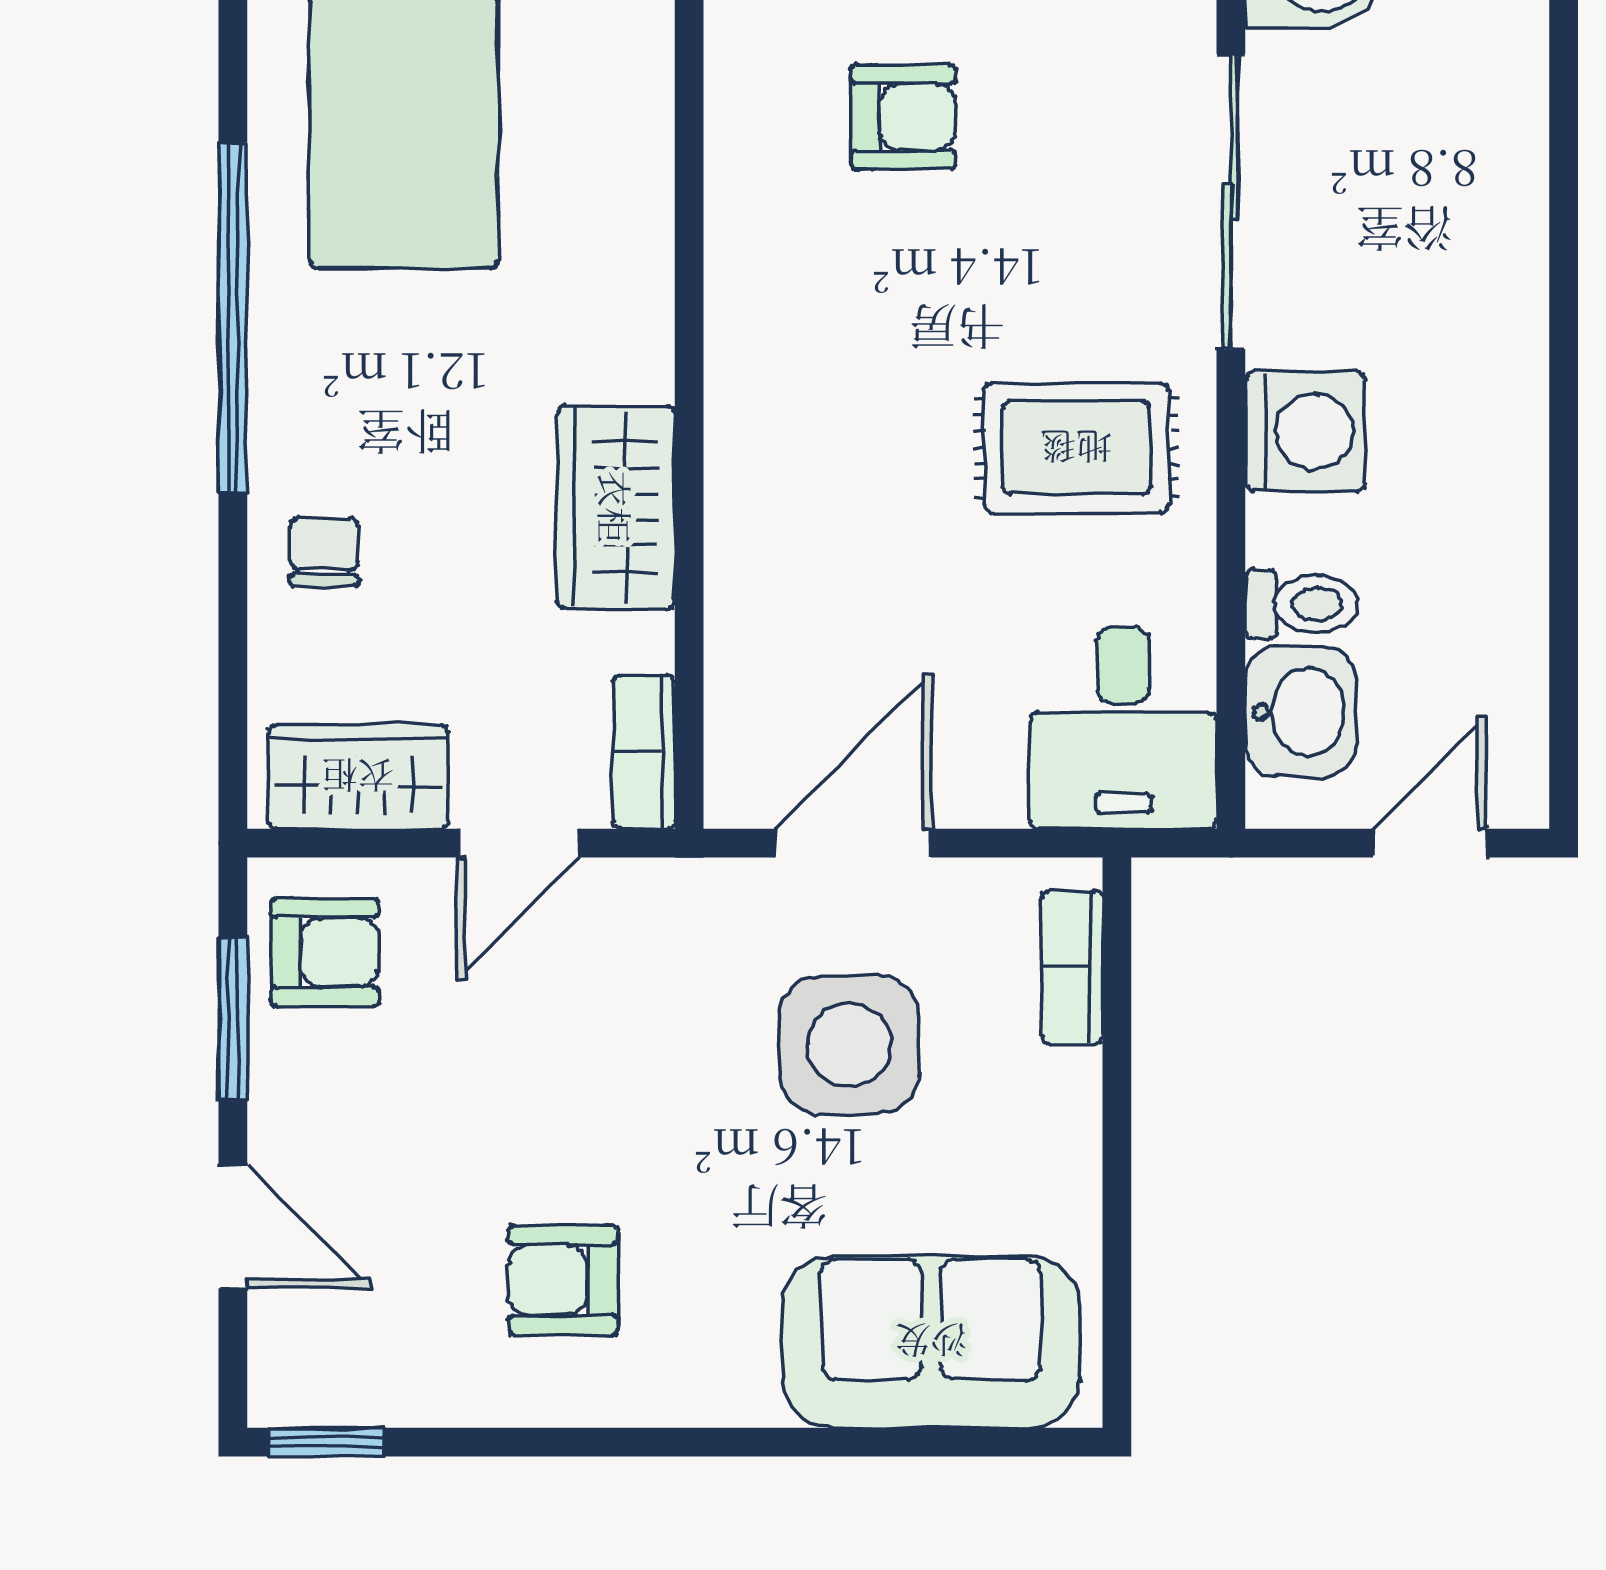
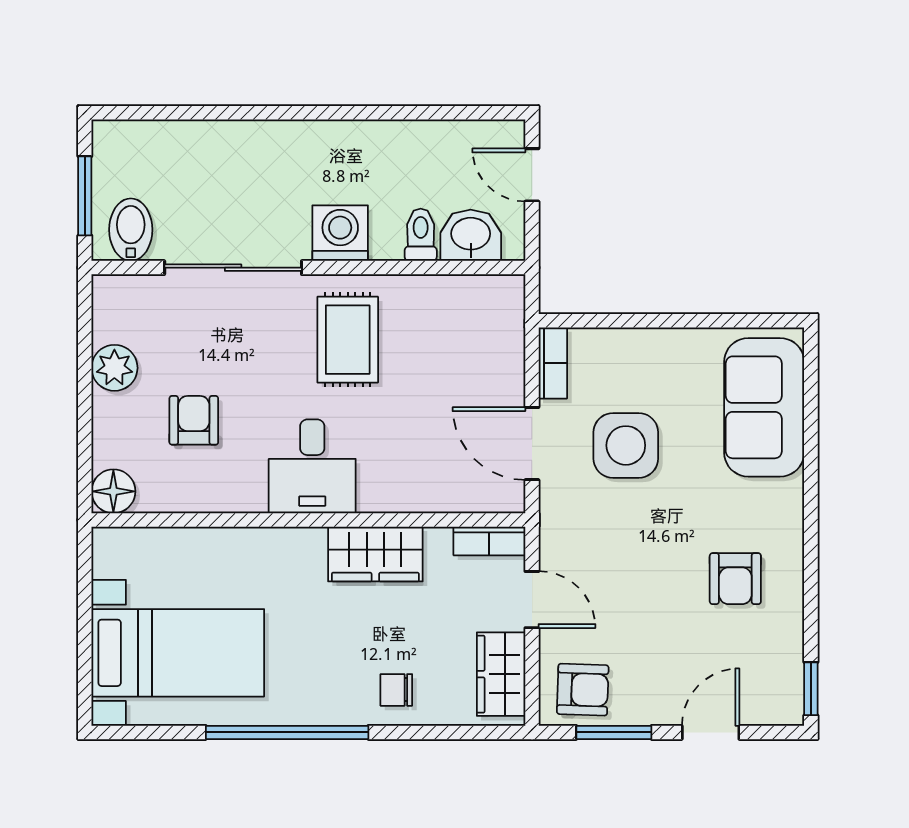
desk: (1123, 728) -> (312, 466), moved, turned 90
armchair: (325, 952) -> (583, 690), turned 92
bookcase: (1072, 967) -> (553, 363), moved, turned -90

